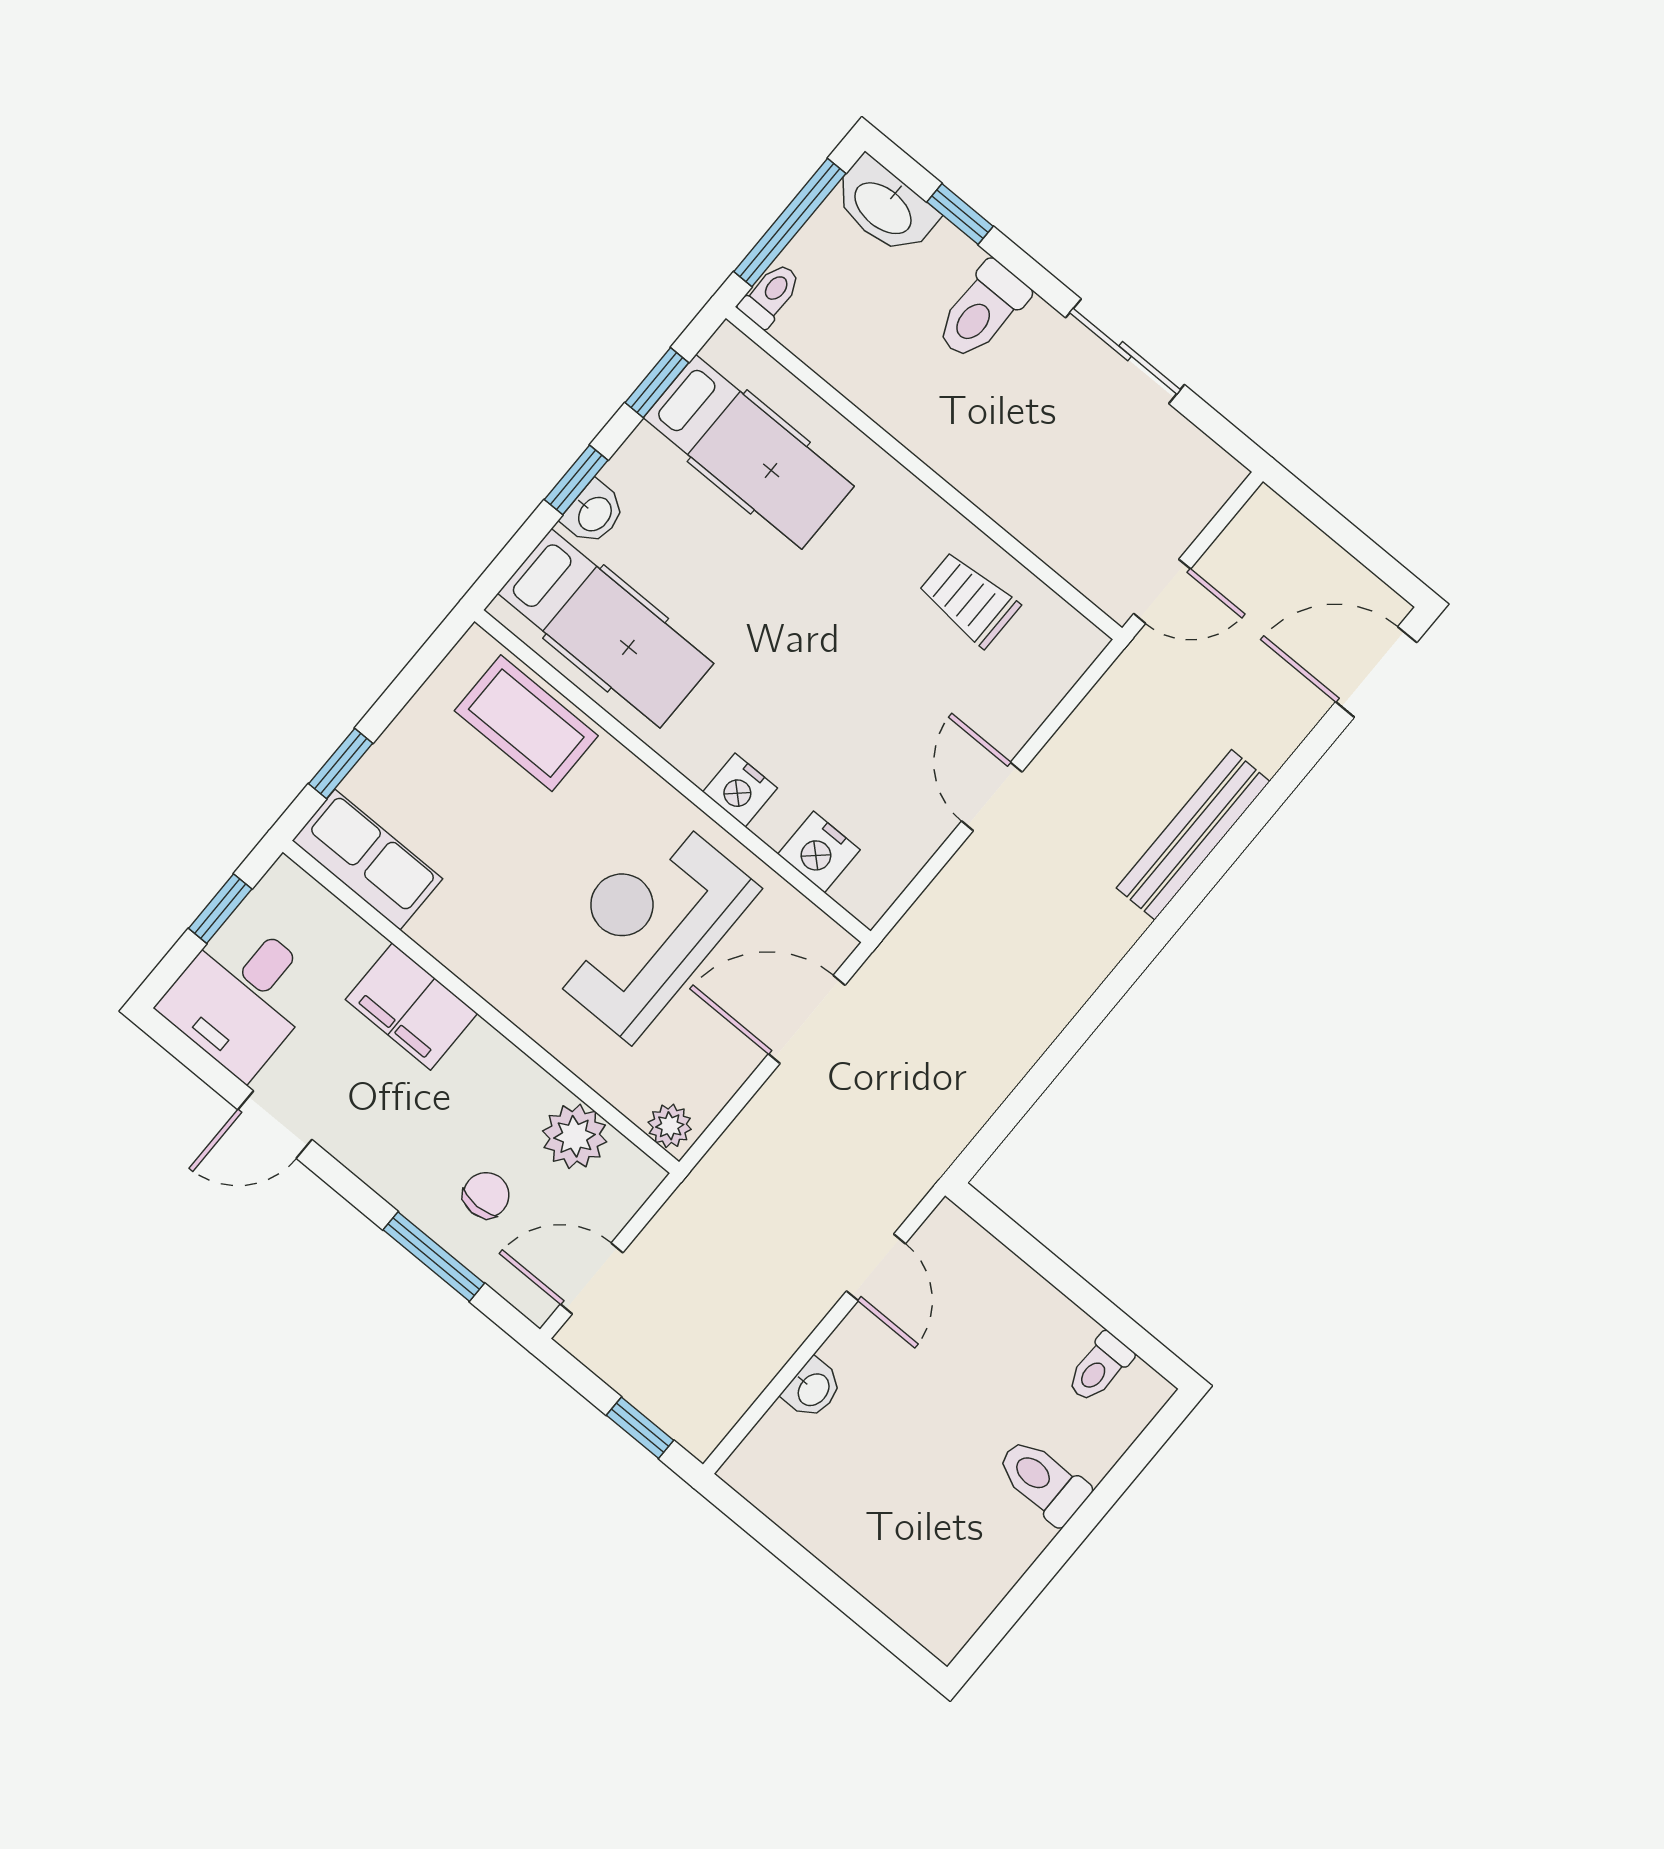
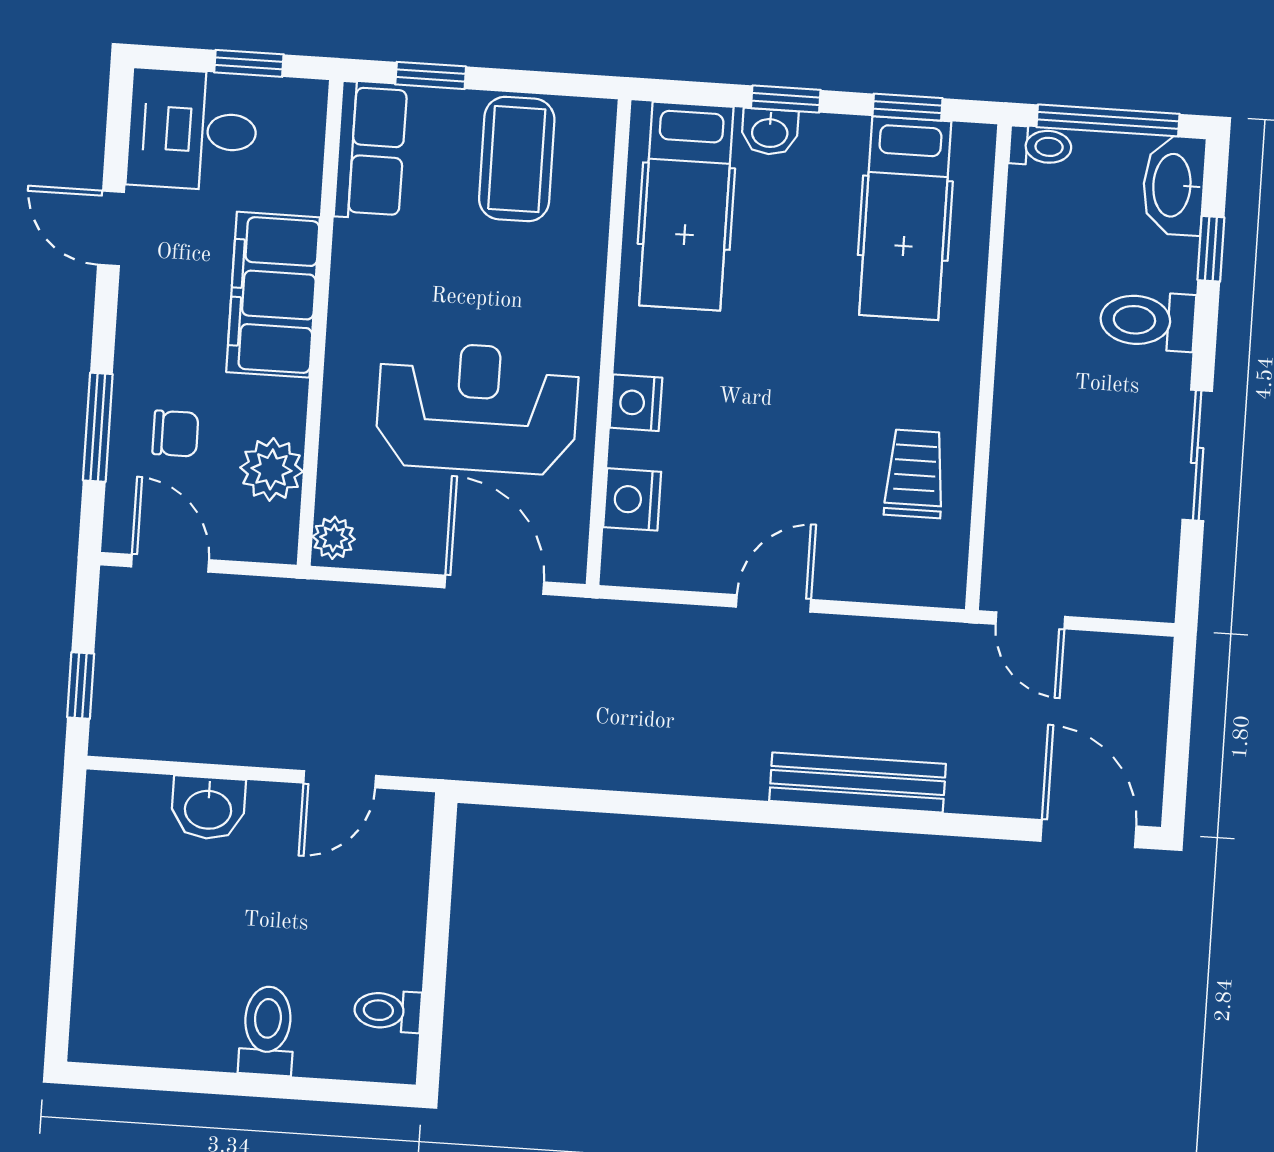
coffee table: (526, 723) -> (517, 159), moved
filing cabinet: (411, 1006) -> (273, 295), width x1.50, depth x1.17
washbasin: (813, 1389) -> (208, 808), width x1.38, depth x1.45

